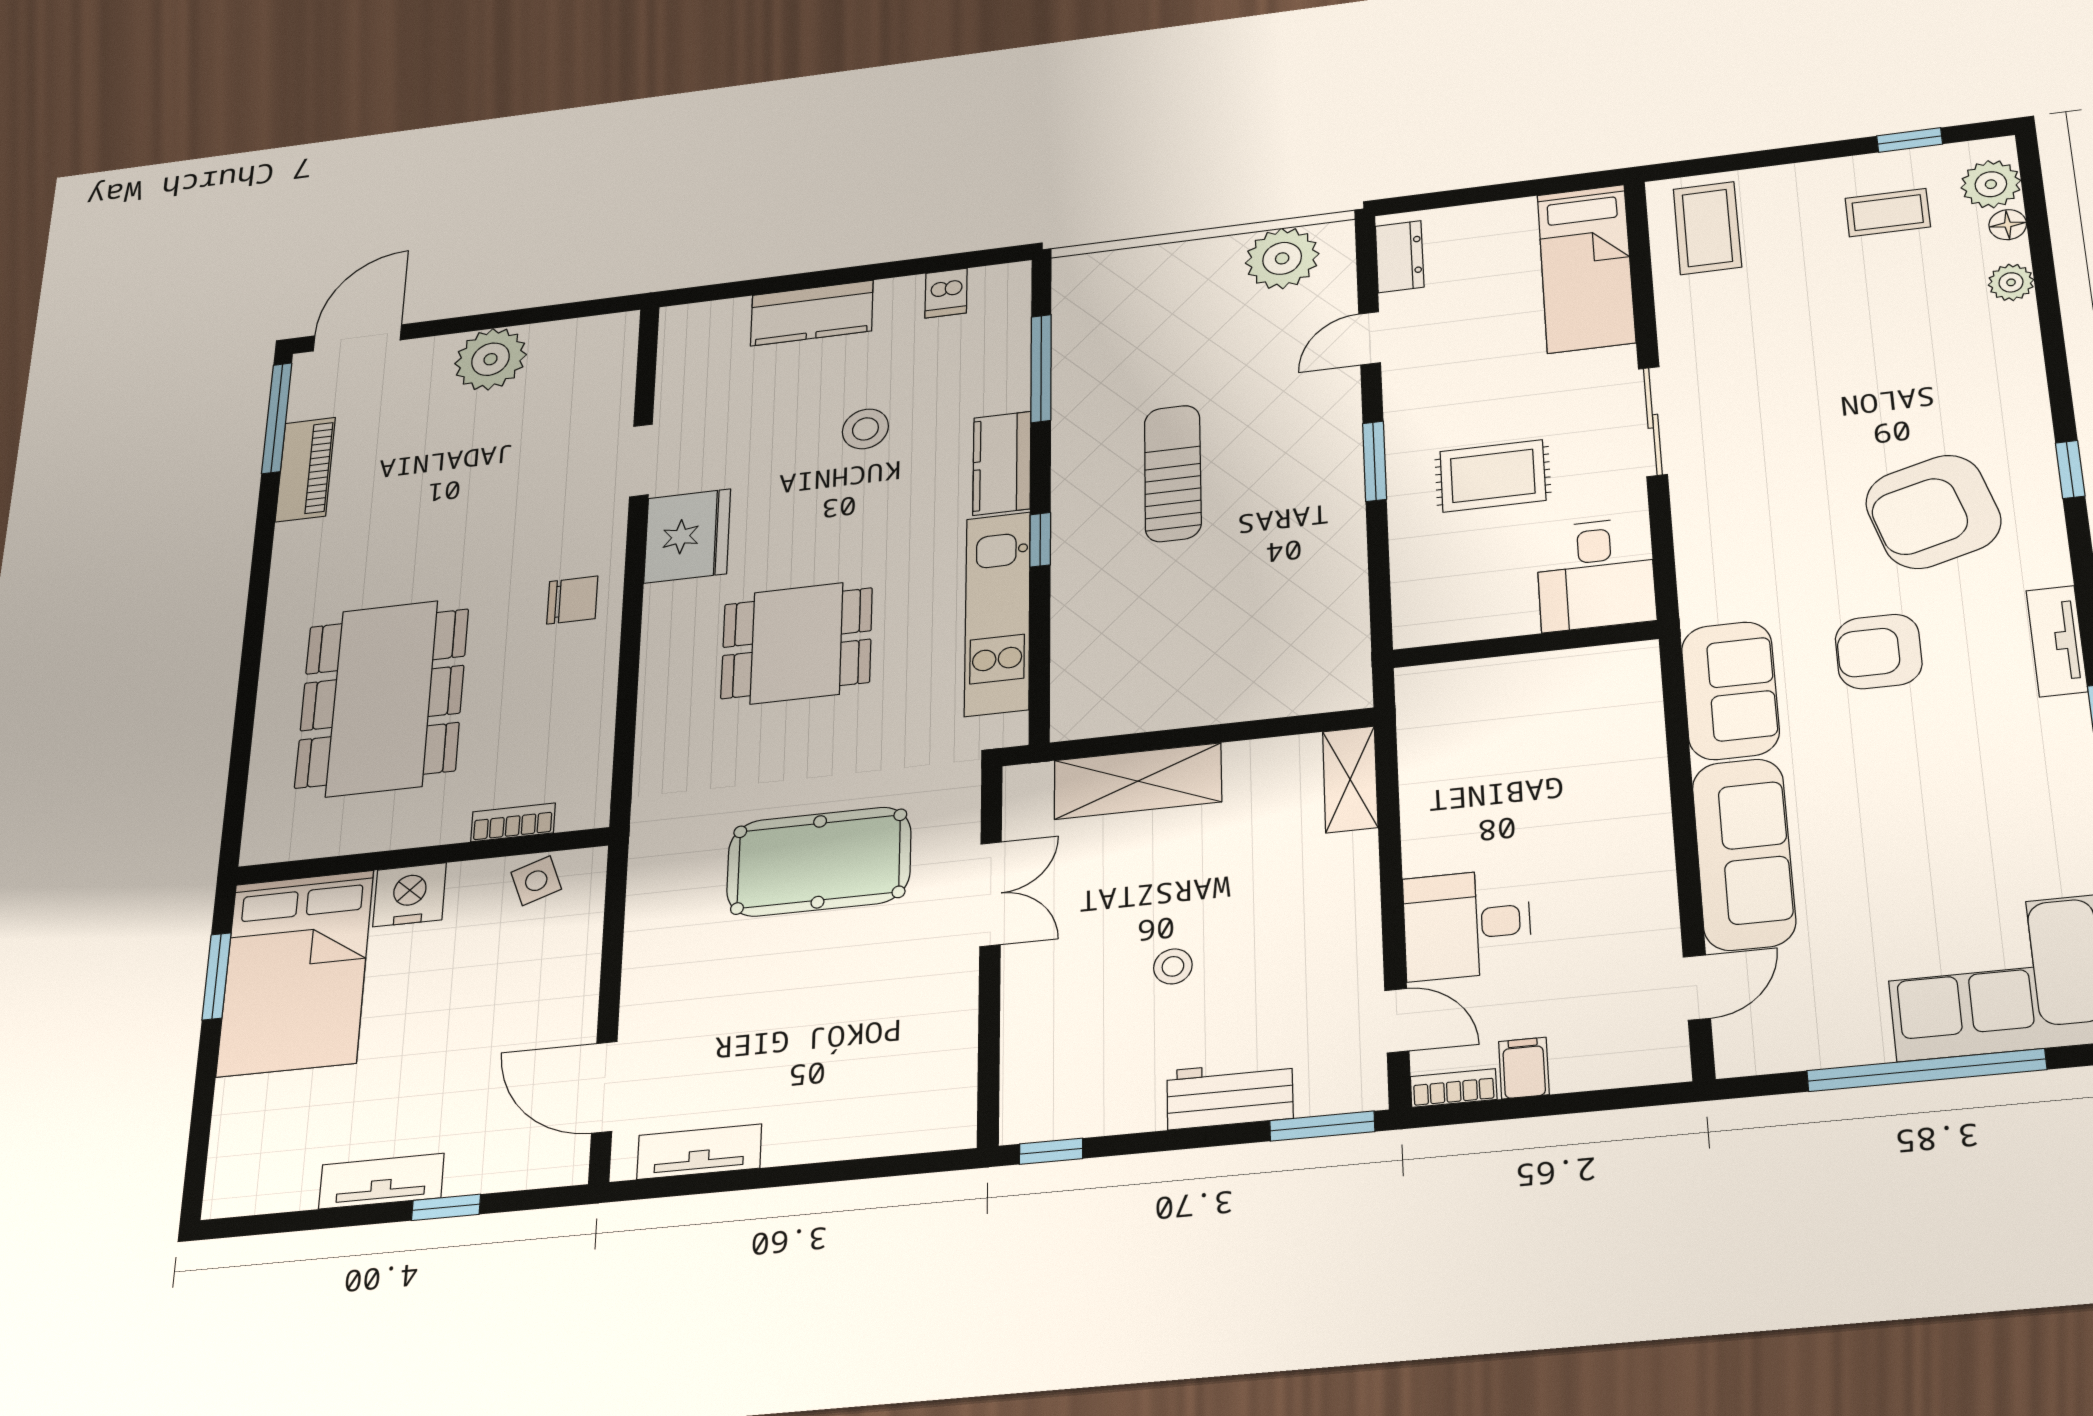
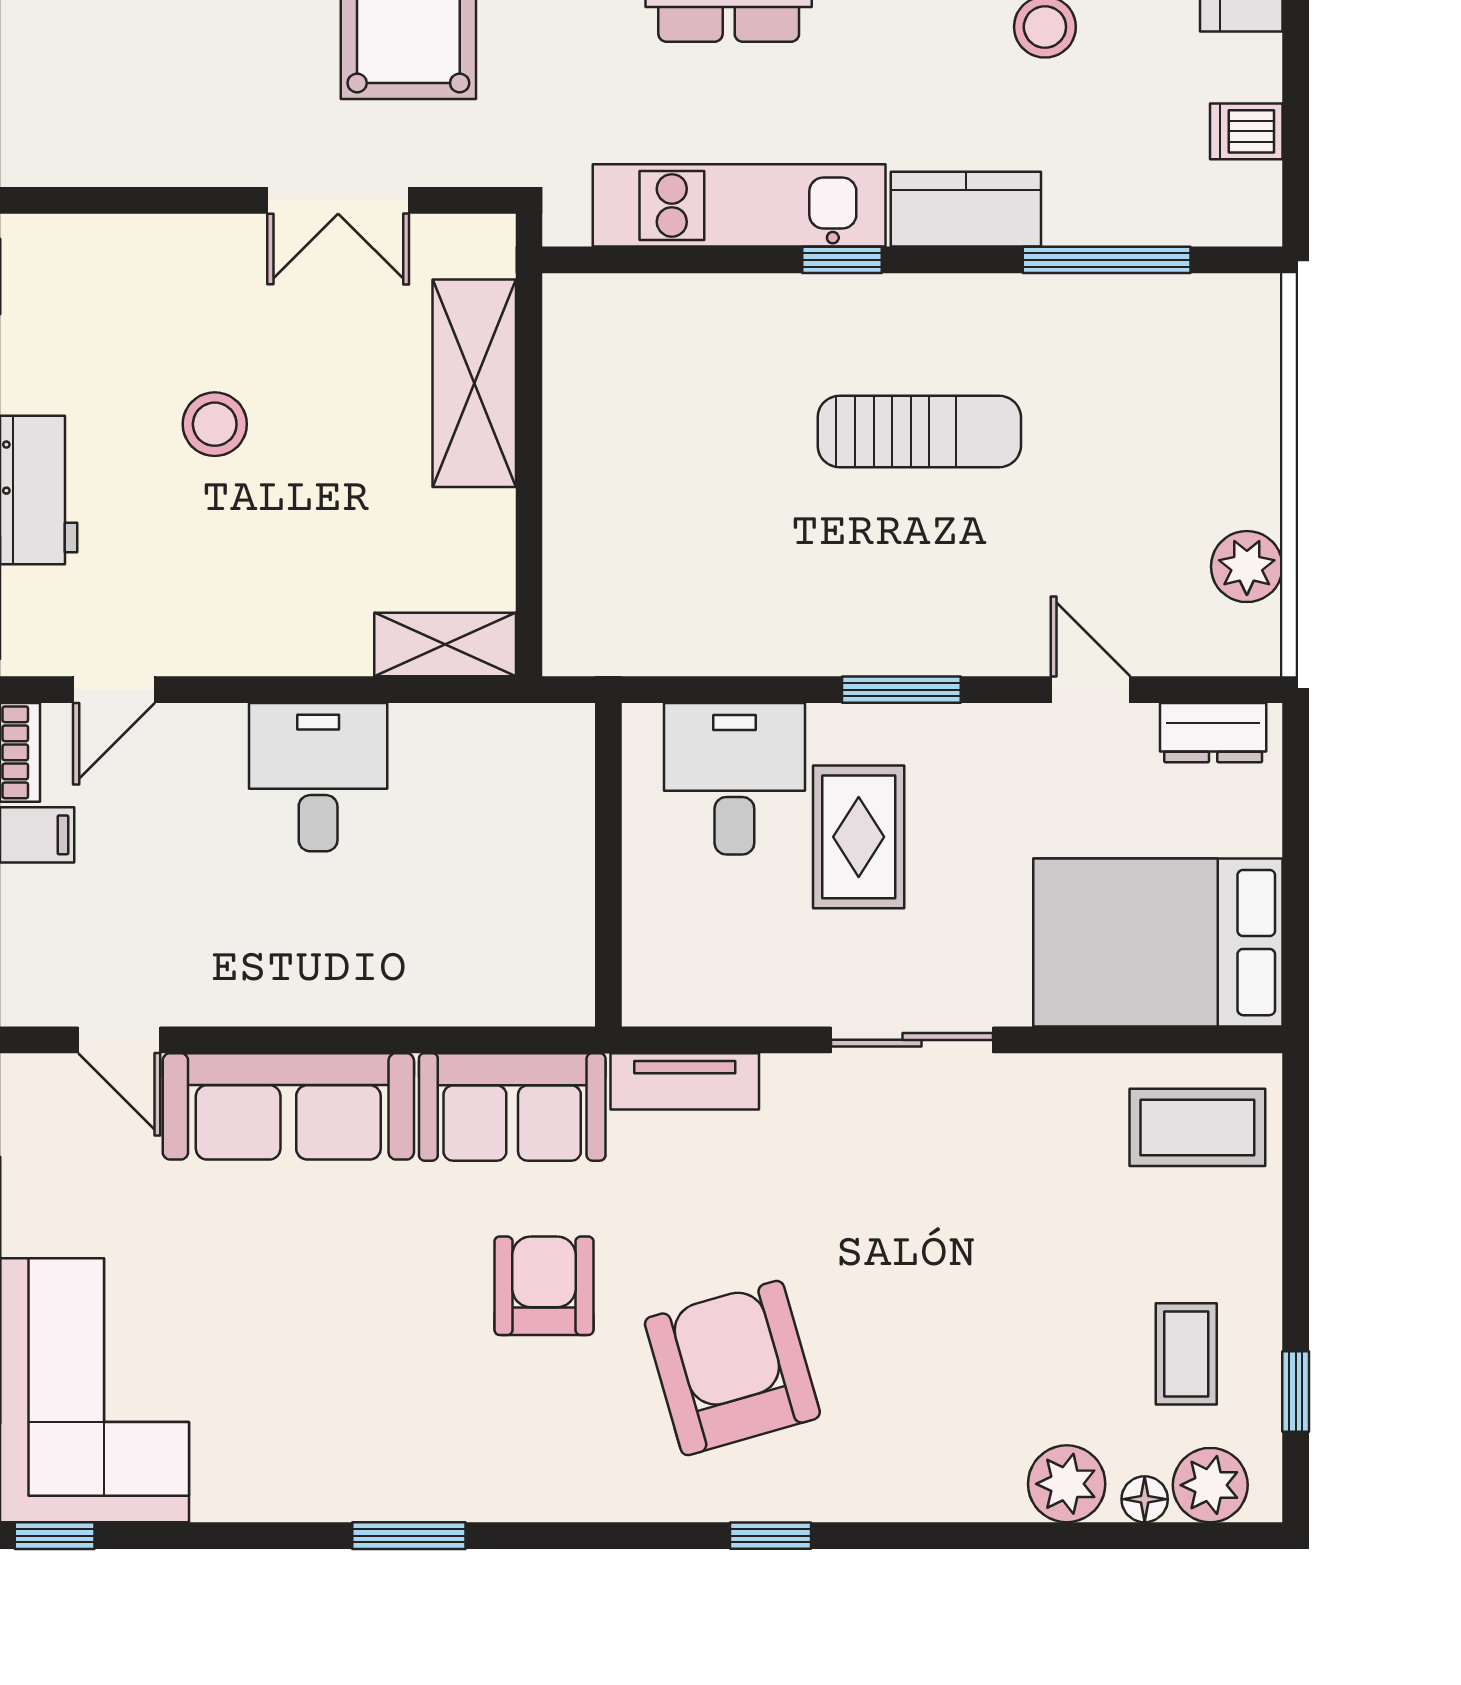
plant: (1282, 258) -> (1247, 567), width x0.73, depth x0.73
bed: (1586, 268) -> (1158, 943), width x1.50
plant: (2011, 282) -> (1067, 1484), width x1.38, depth x1.38
desk: (1596, 574) -> (734, 779), moved, turned 90
tv unit: (2057, 641) -> (685, 1081), moved, turned 180
desk: (1467, 924) -> (318, 777), moved
stool: (1173, 966) -> (215, 424), width x1.37, depth x1.37

